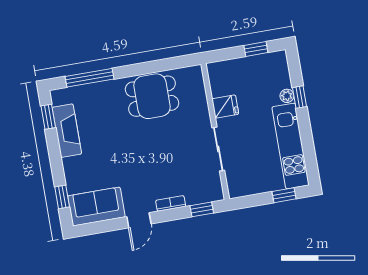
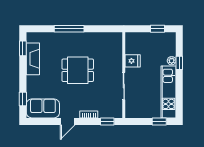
window: (90, 78) -> (69, 29), moved
dining table: (152, 96) -> (78, 70), moved

